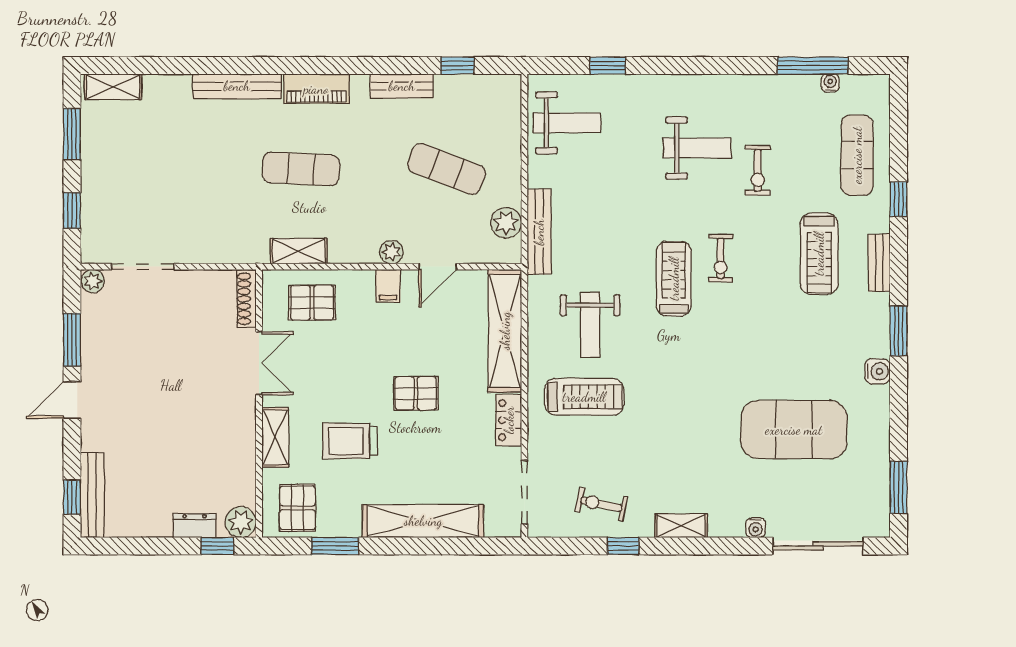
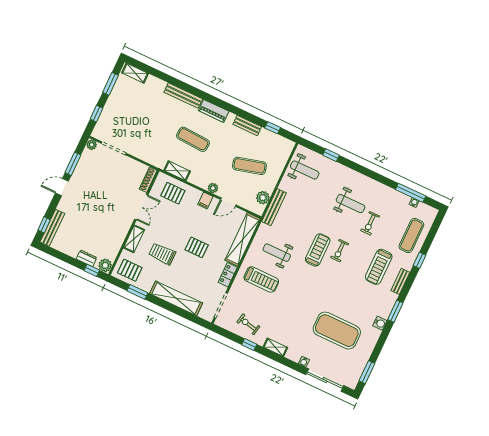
exercise mat: (446, 169) -> (249, 166), turned -36
weight bench: (590, 325) -> (277, 253), turned 90
pallet: (297, 508) -> (130, 270), turned 90

